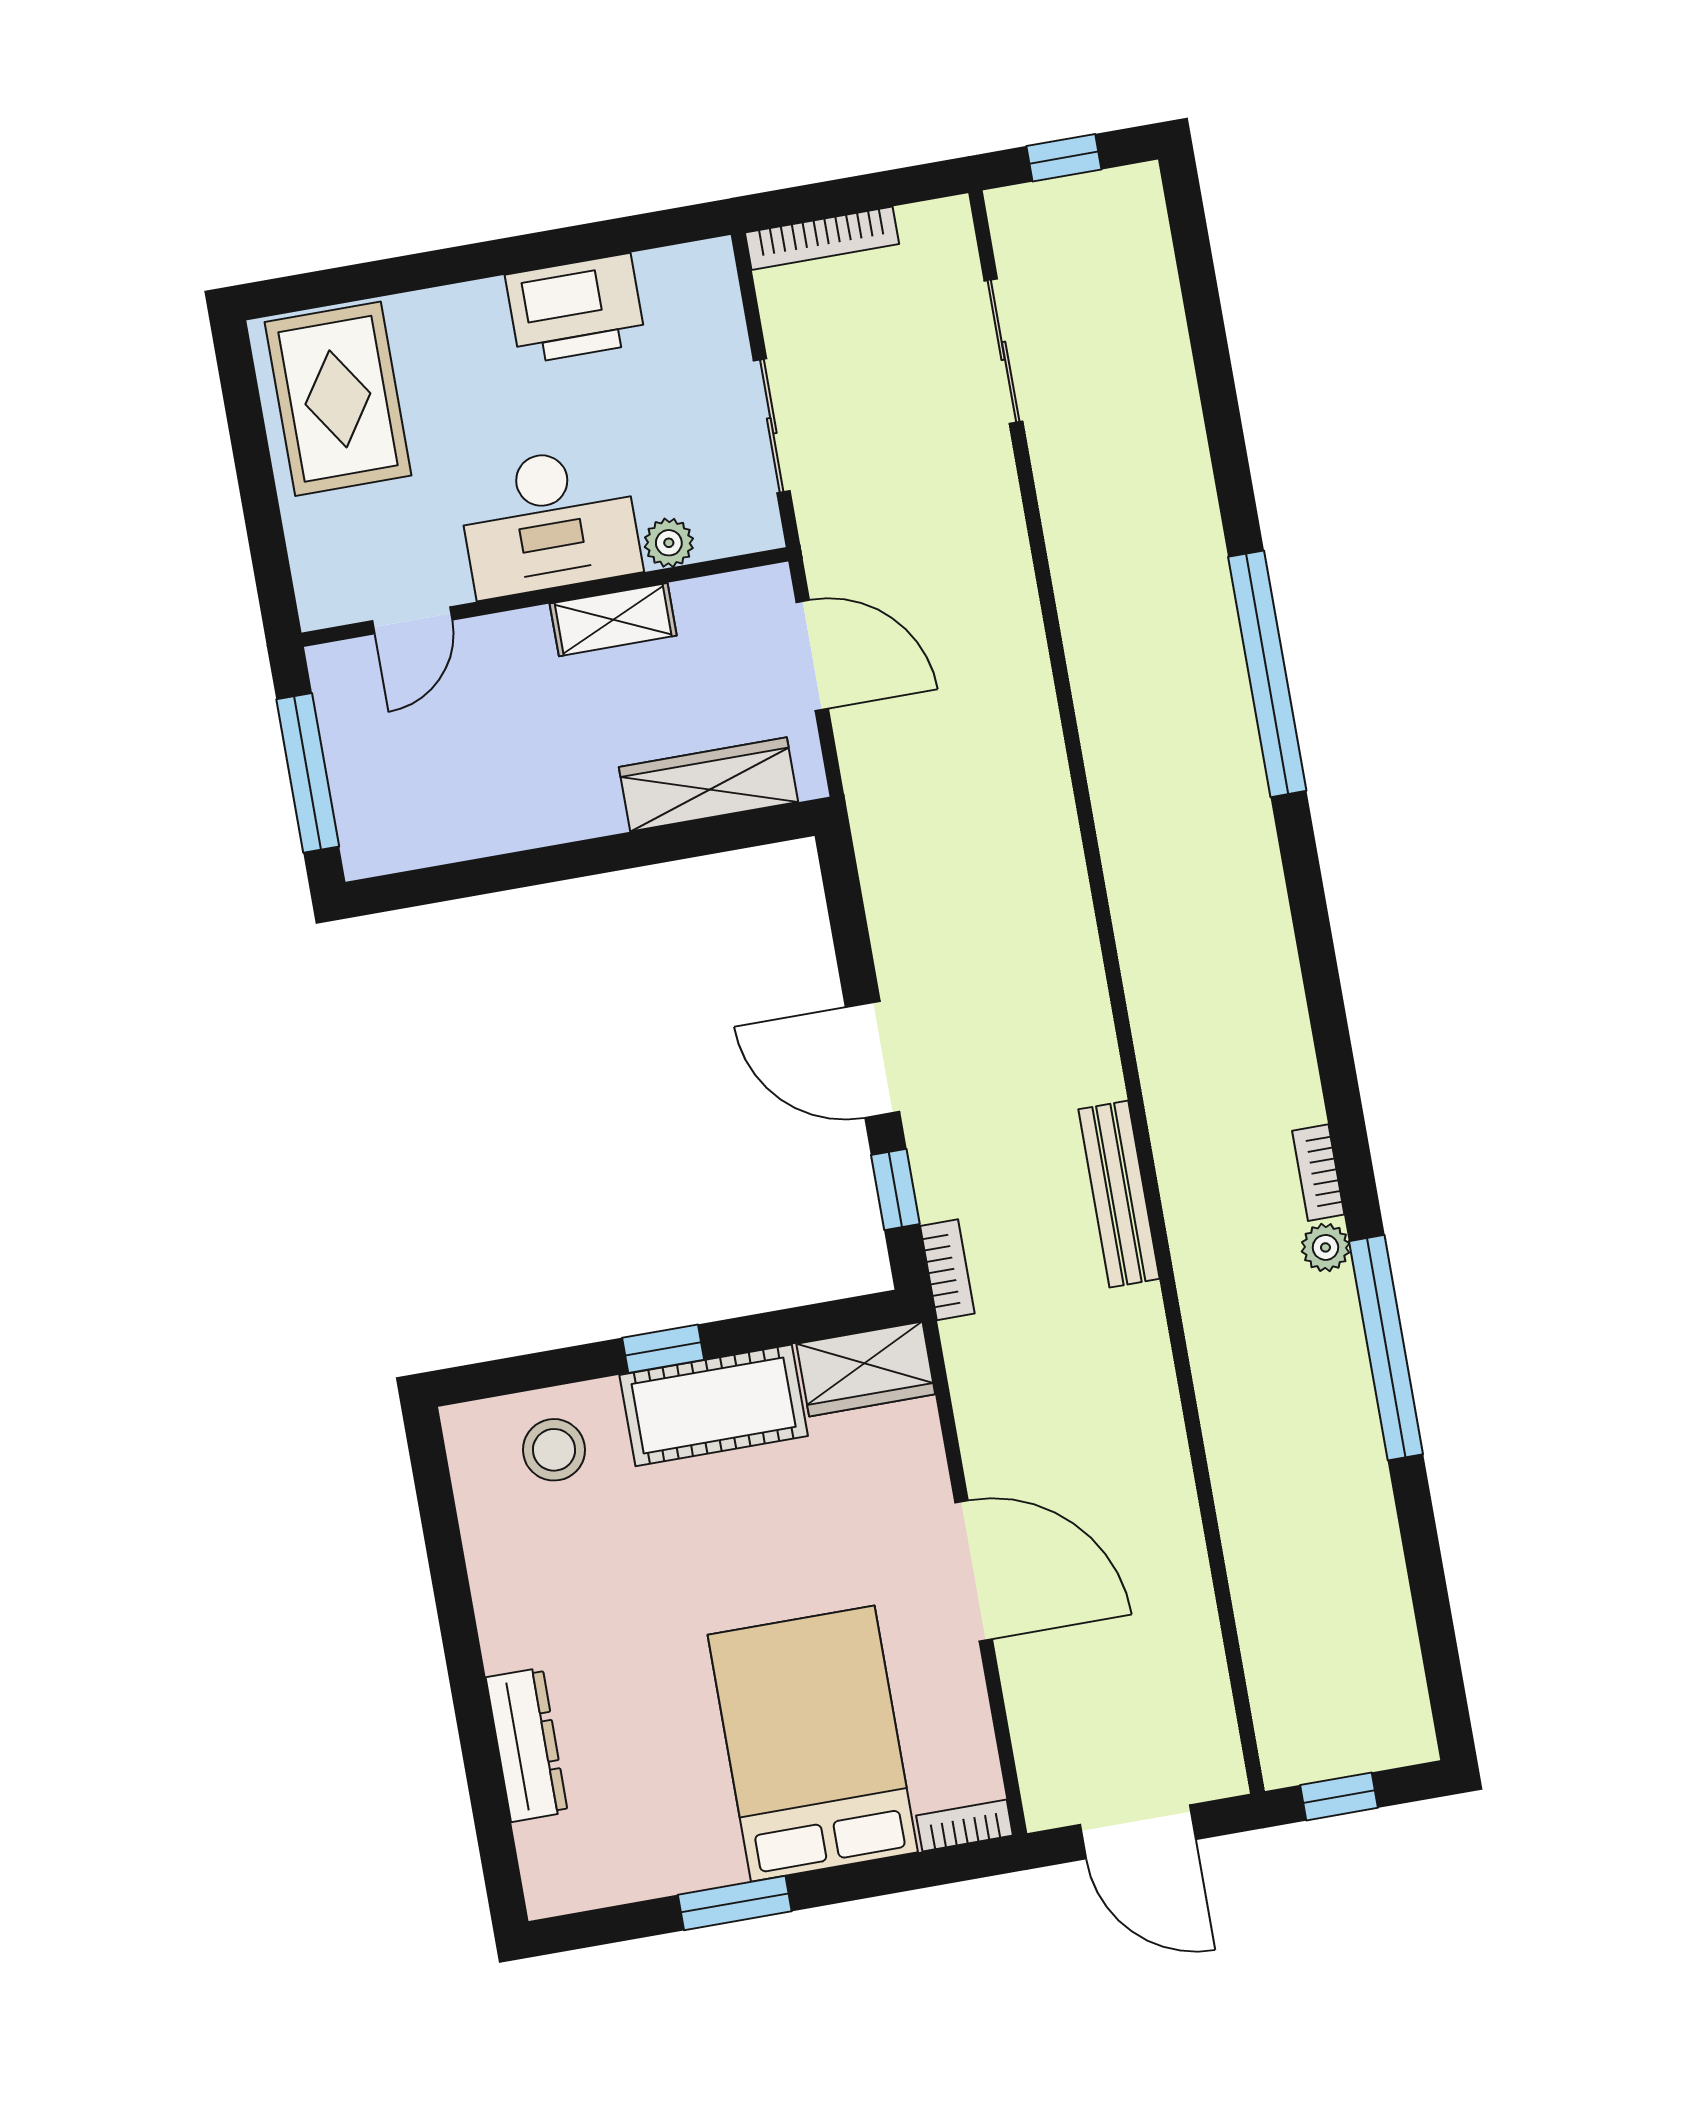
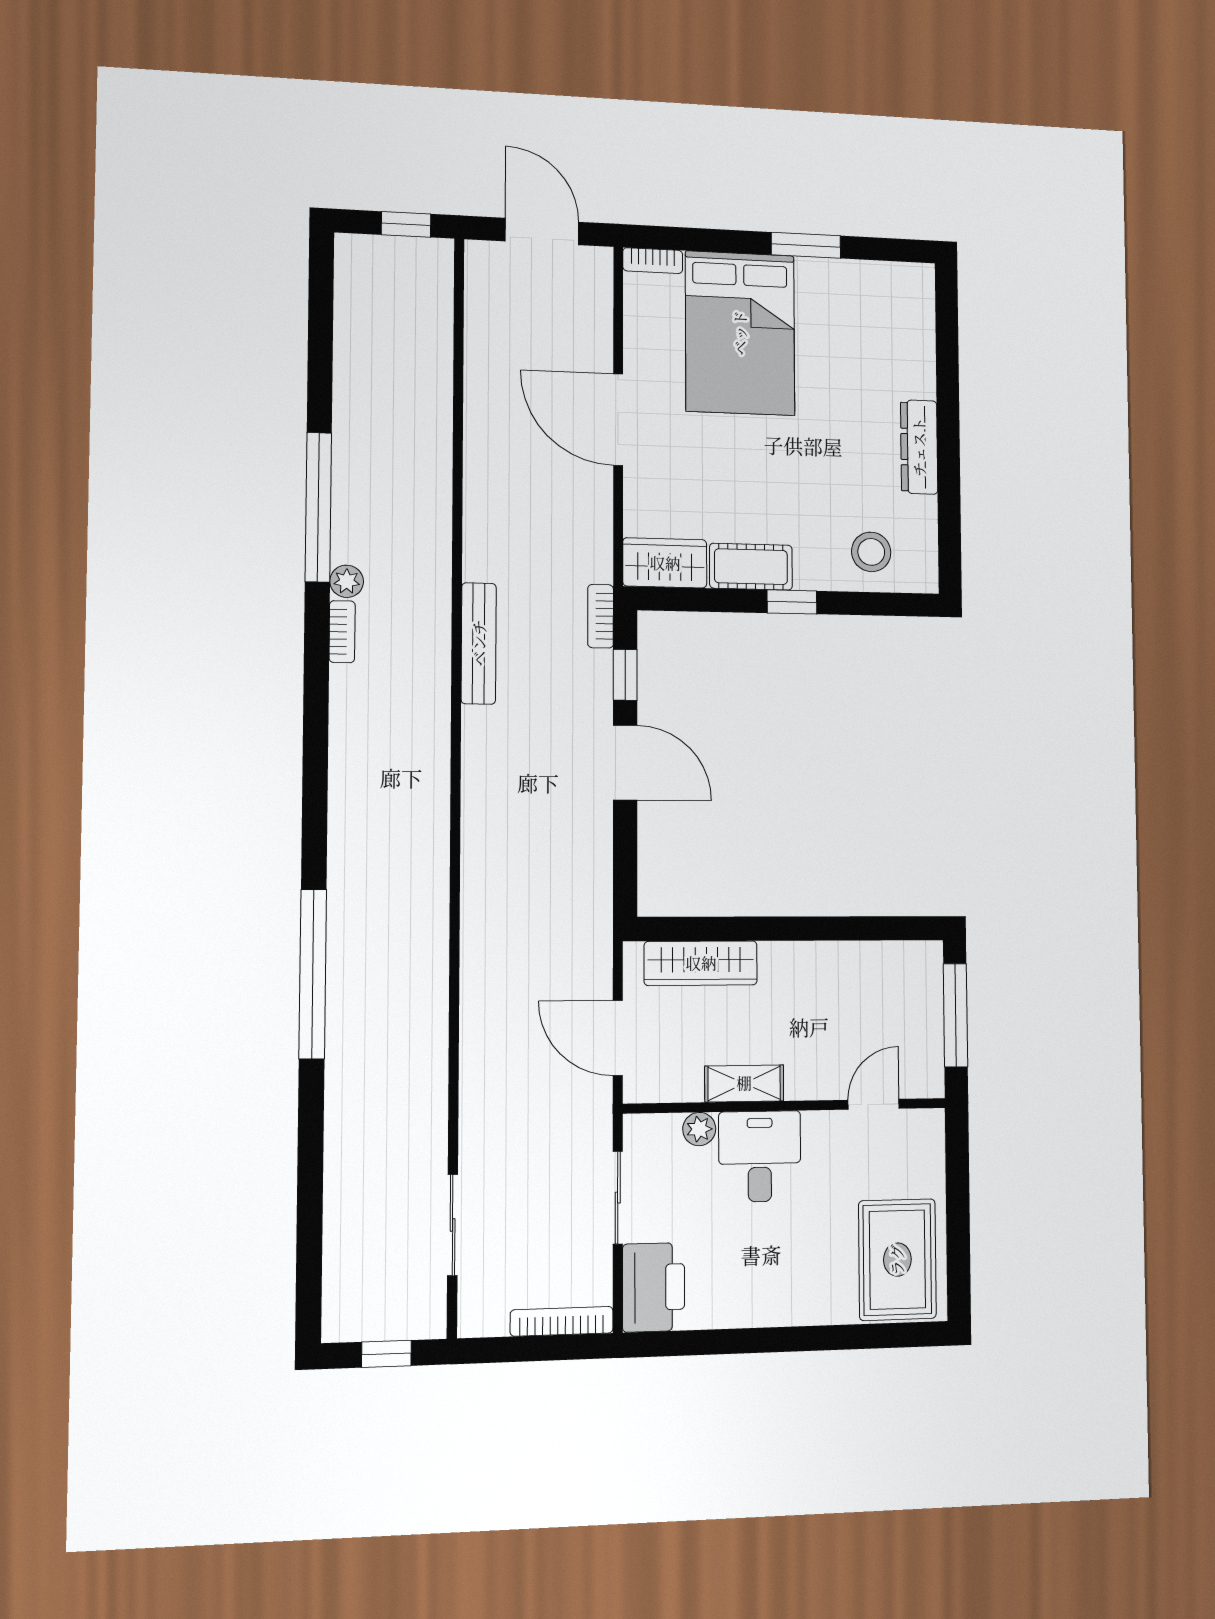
printer: (575, 309) -> (654, 1287), moved, turned 90
desk: (549, 521) -> (760, 1156), width x0.73
cot: (714, 1405) -> (751, 567), width x0.73, depth x0.75
dresser: (527, 1745) -> (919, 447), moved

